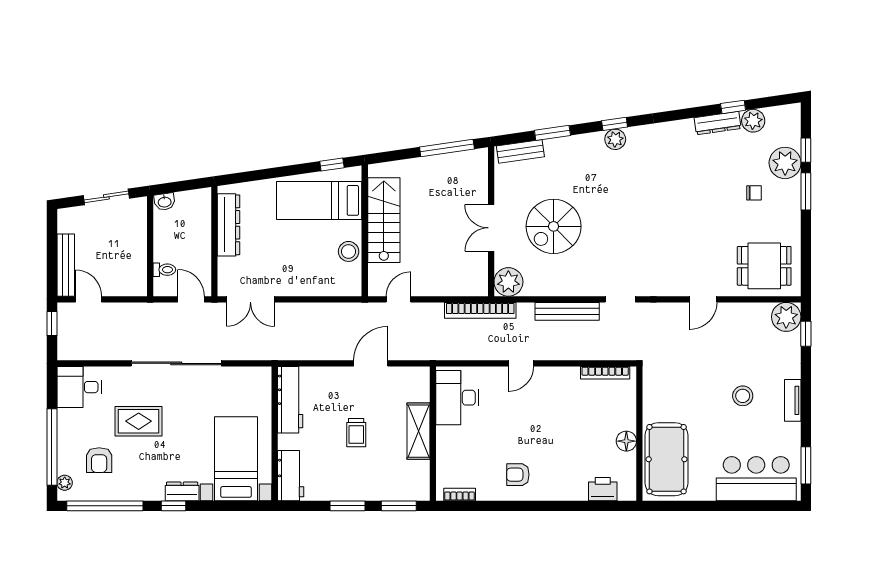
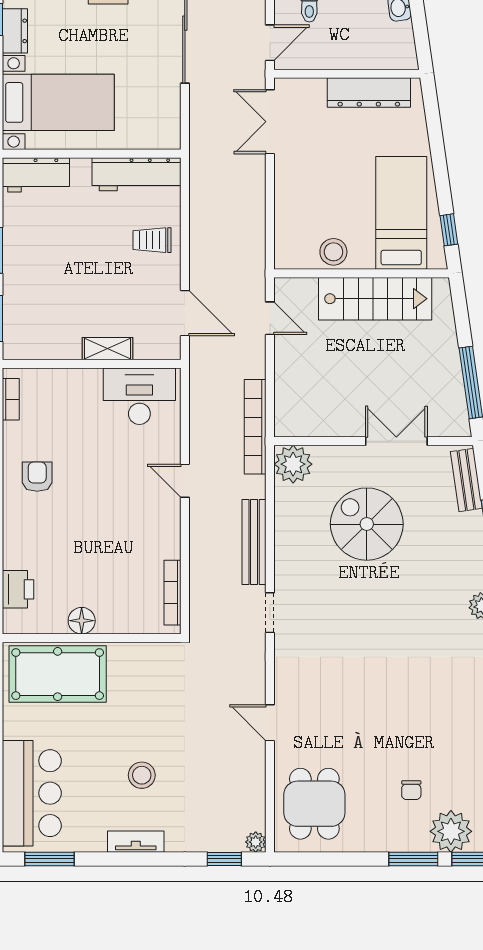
double door: (491, 228) -> (396, 441), moved
plant: (786, 317) -> (256, 842), width x0.53, depth x0.53
door: (371, 363) -> (185, 313), moved
shelving: (419, 431) -> (107, 349), width x0.67, depth x0.75
trolley: (356, 433) -> (152, 240), moved

